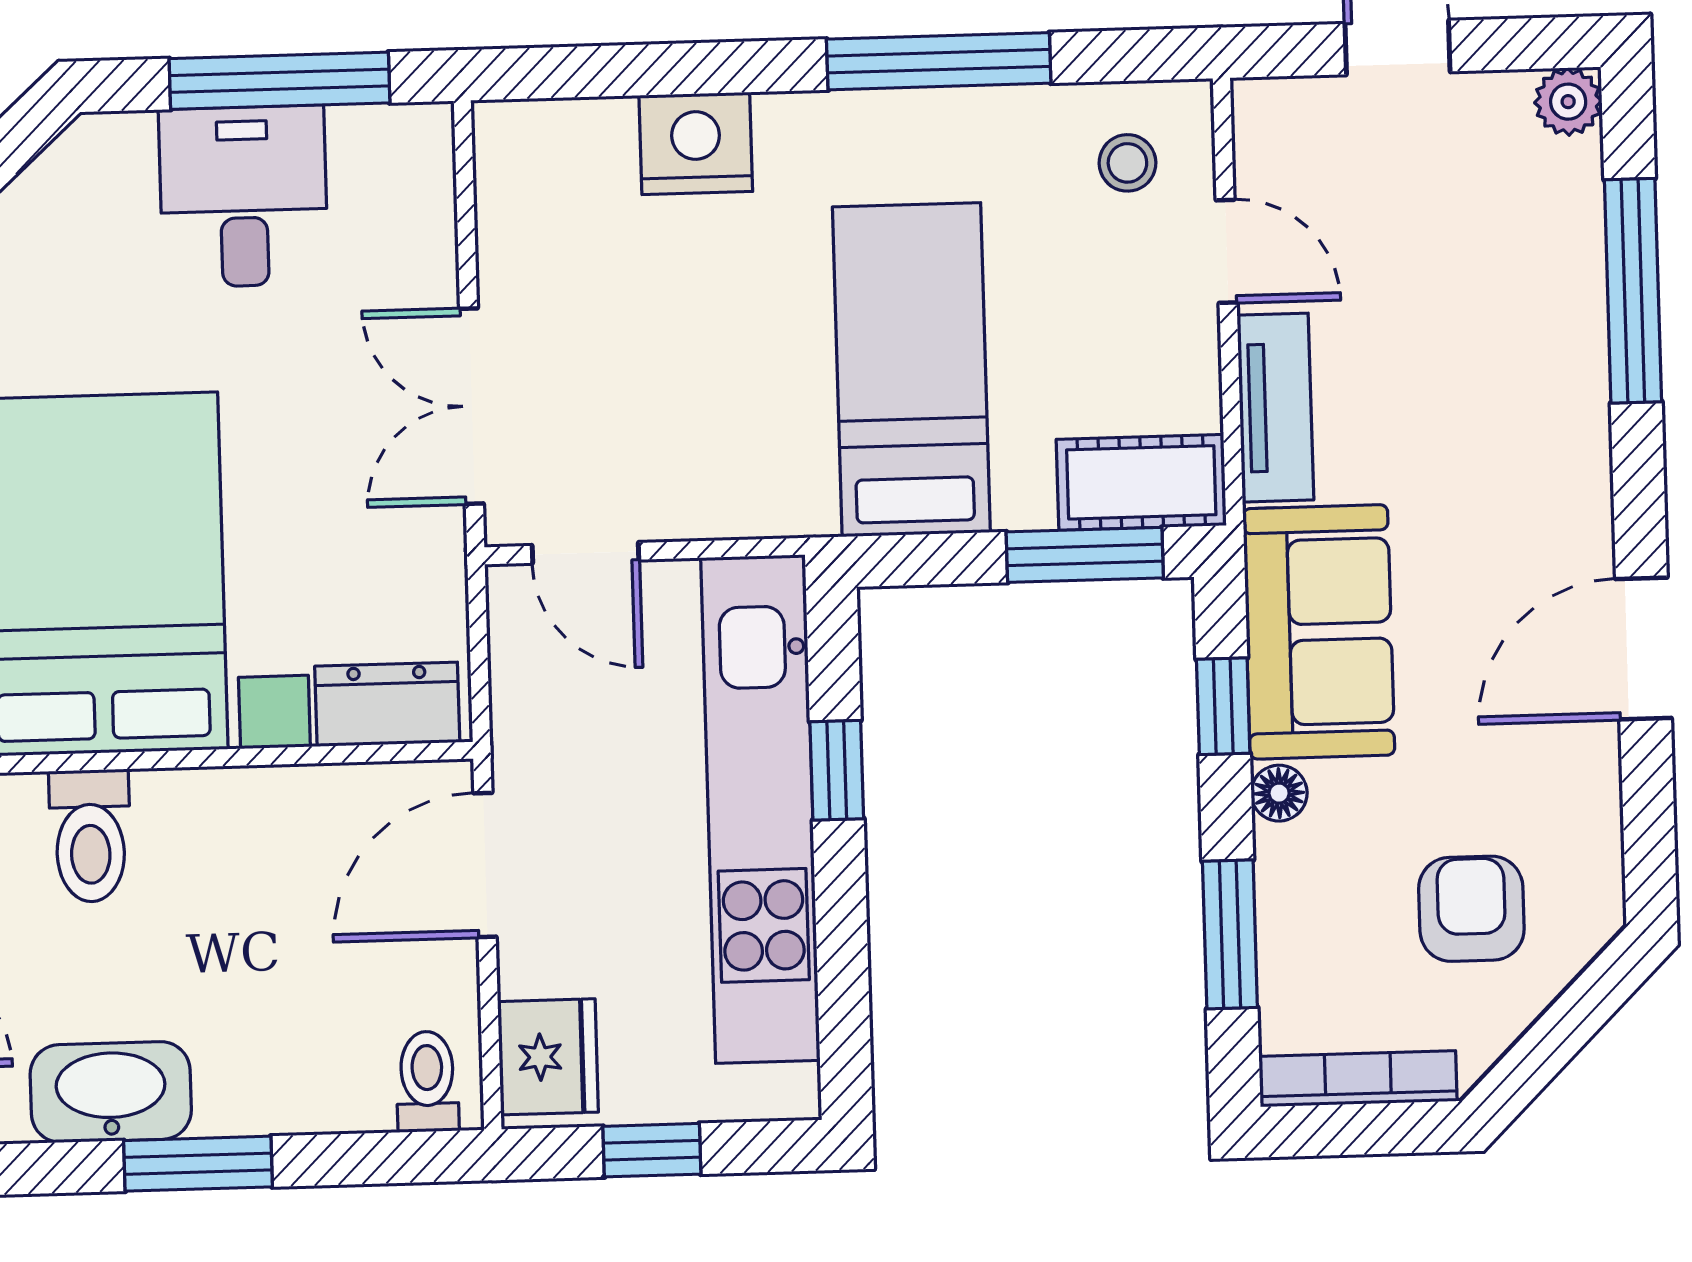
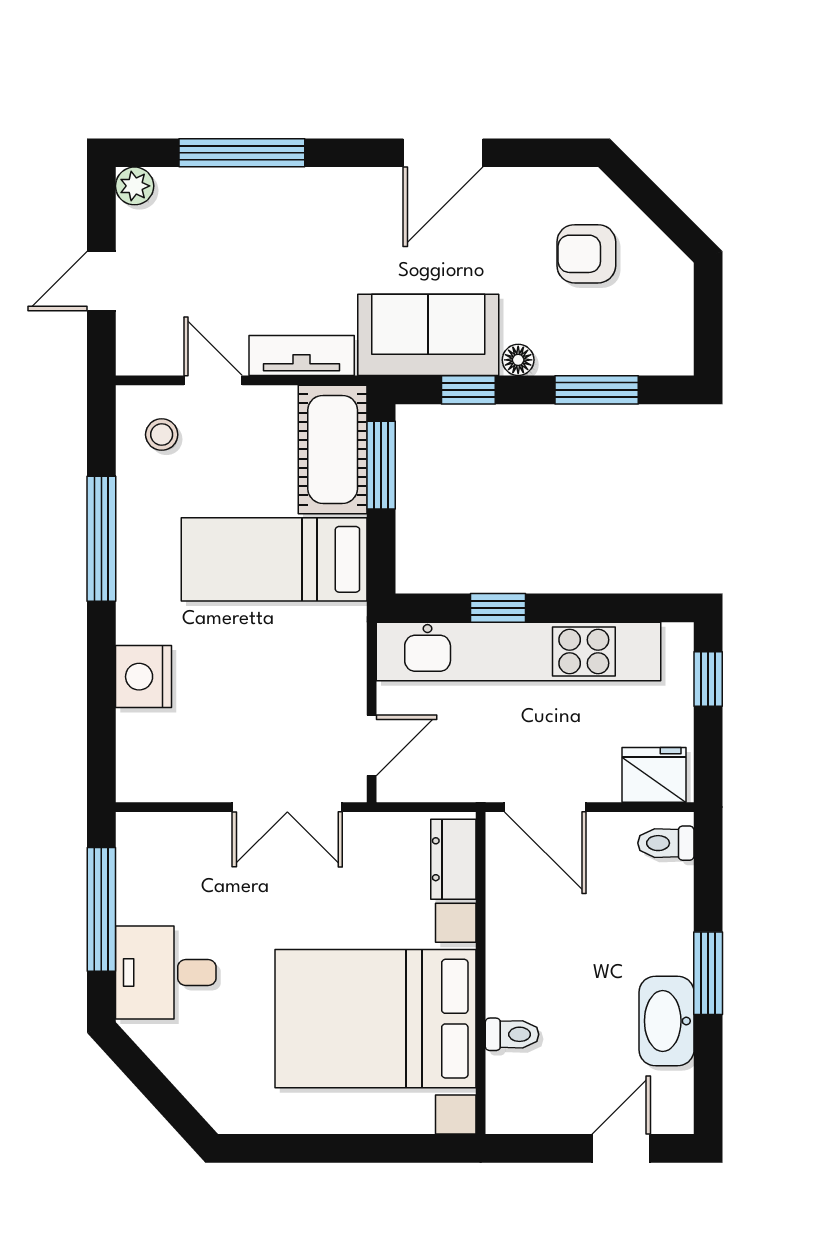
desk: (244, 196) -> (166, 973), moved
door: (1227, 251) -> (213, 380), hinge flipped
cot: (1141, 482) -> (333, 449), width x1.37, depth x1.34
door: (1644, 649) -> (443, 153), hinge flipped
toilet: (90, 836) -> (512, 1034), width x0.73, depth x0.72
bookcase: (1358, 1079) -> (680, 320), removed
window: (652, 1150) -> (708, 679), moved

